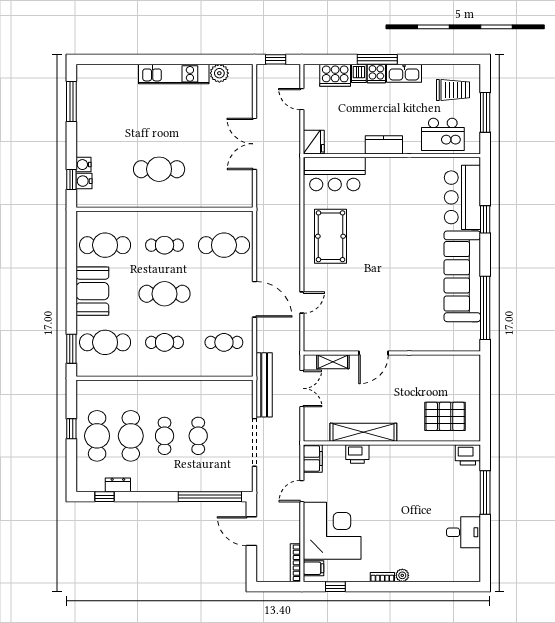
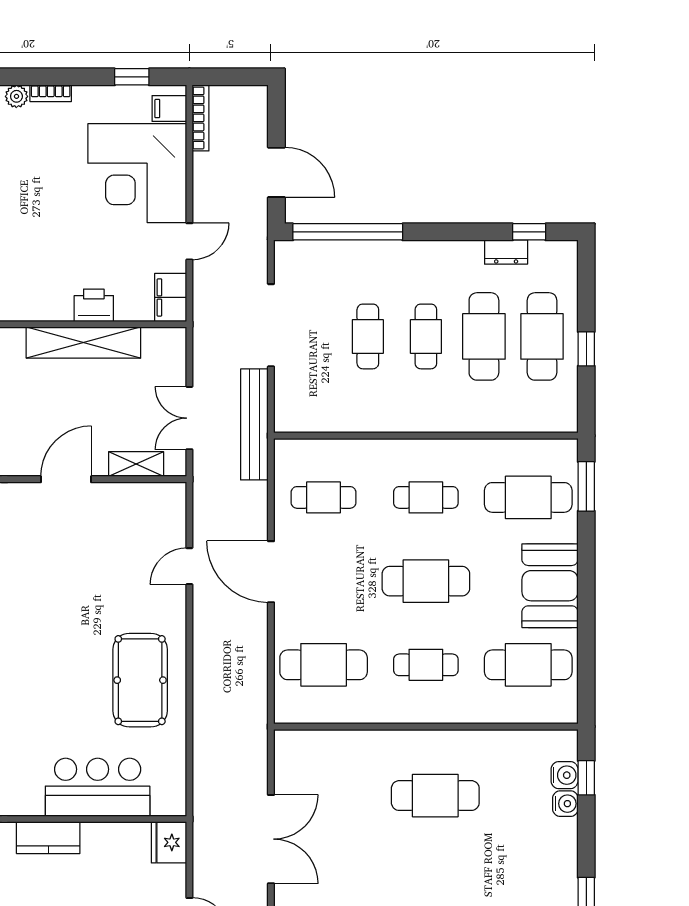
bar counter: (335, 174) -> (98, 787), moved

